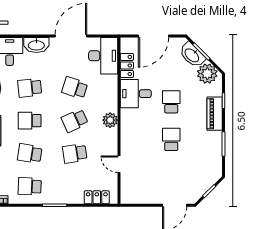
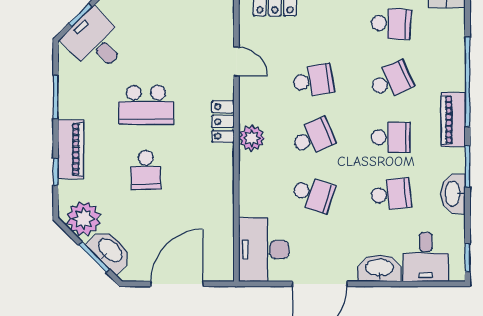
locker: (127, 65) -> (223, 122), moved
desk: (136, 94) -> (95, 41), moved, turned -135
school desk: (171, 139) -> (146, 105), width x1.85
school desk: (30, 153) -> (391, 80), turned -33

